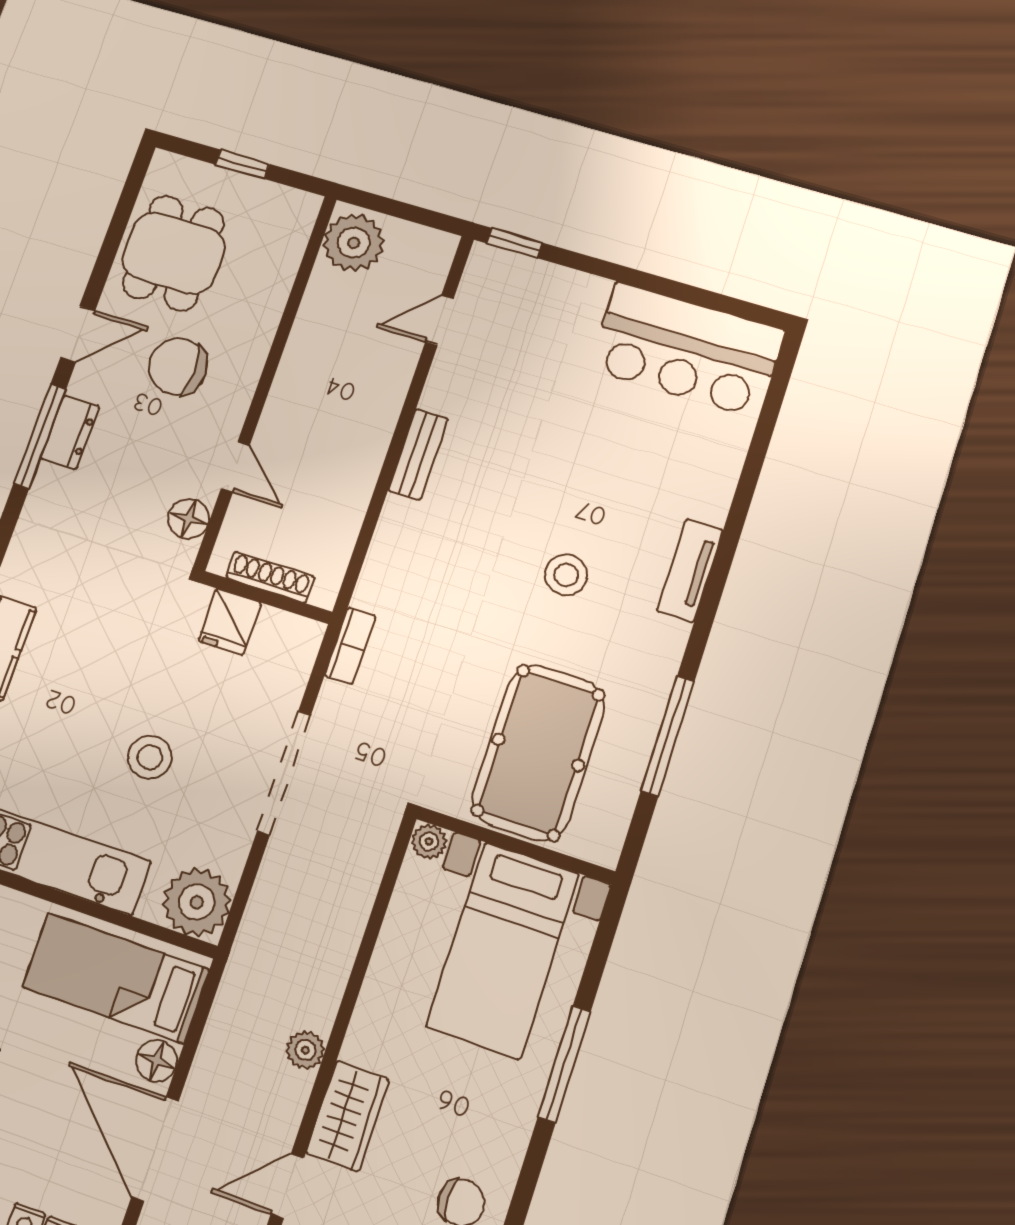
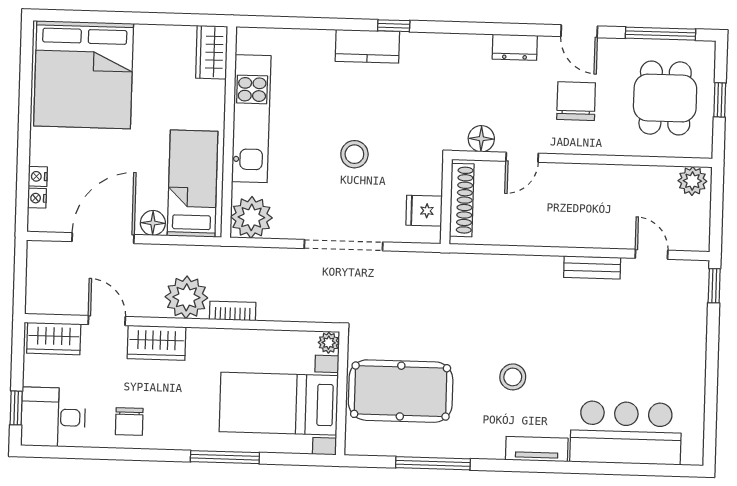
plant: (354, 243) -> (692, 181), width x0.73, depth x0.73
dining table: (173, 253) -> (665, 98), moved, turned 90
bar counter: (687, 350) -> (626, 433), moved, turned 90
window: (40, 436) -> (660, 34), moved
bench: (418, 454) -> (592, 267), moved
shoe rack: (270, 577) -> (462, 200), width x1.36, depth x1.24
fridge: (230, 622) -> (424, 211), moved
bookcase: (350, 646) -> (233, 311), moved, turned 180
stool: (150, 757) -> (354, 154), moved
plant: (305, 1050) -> (186, 297), width x1.87, depth x1.87

